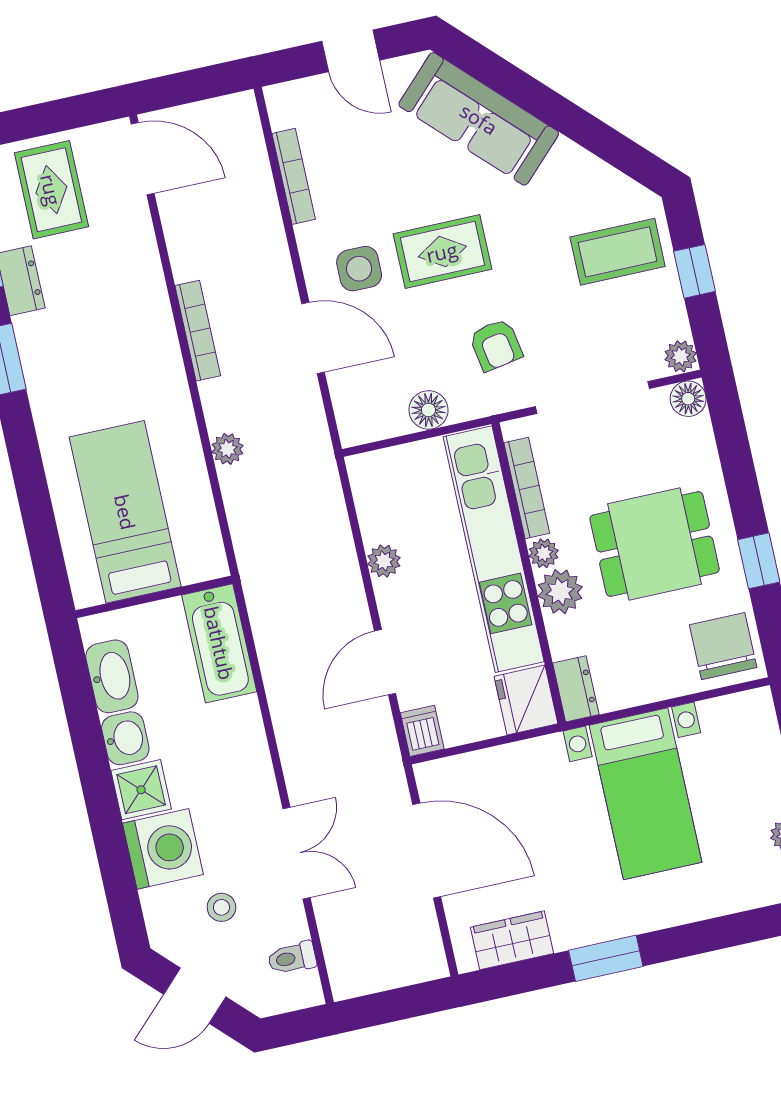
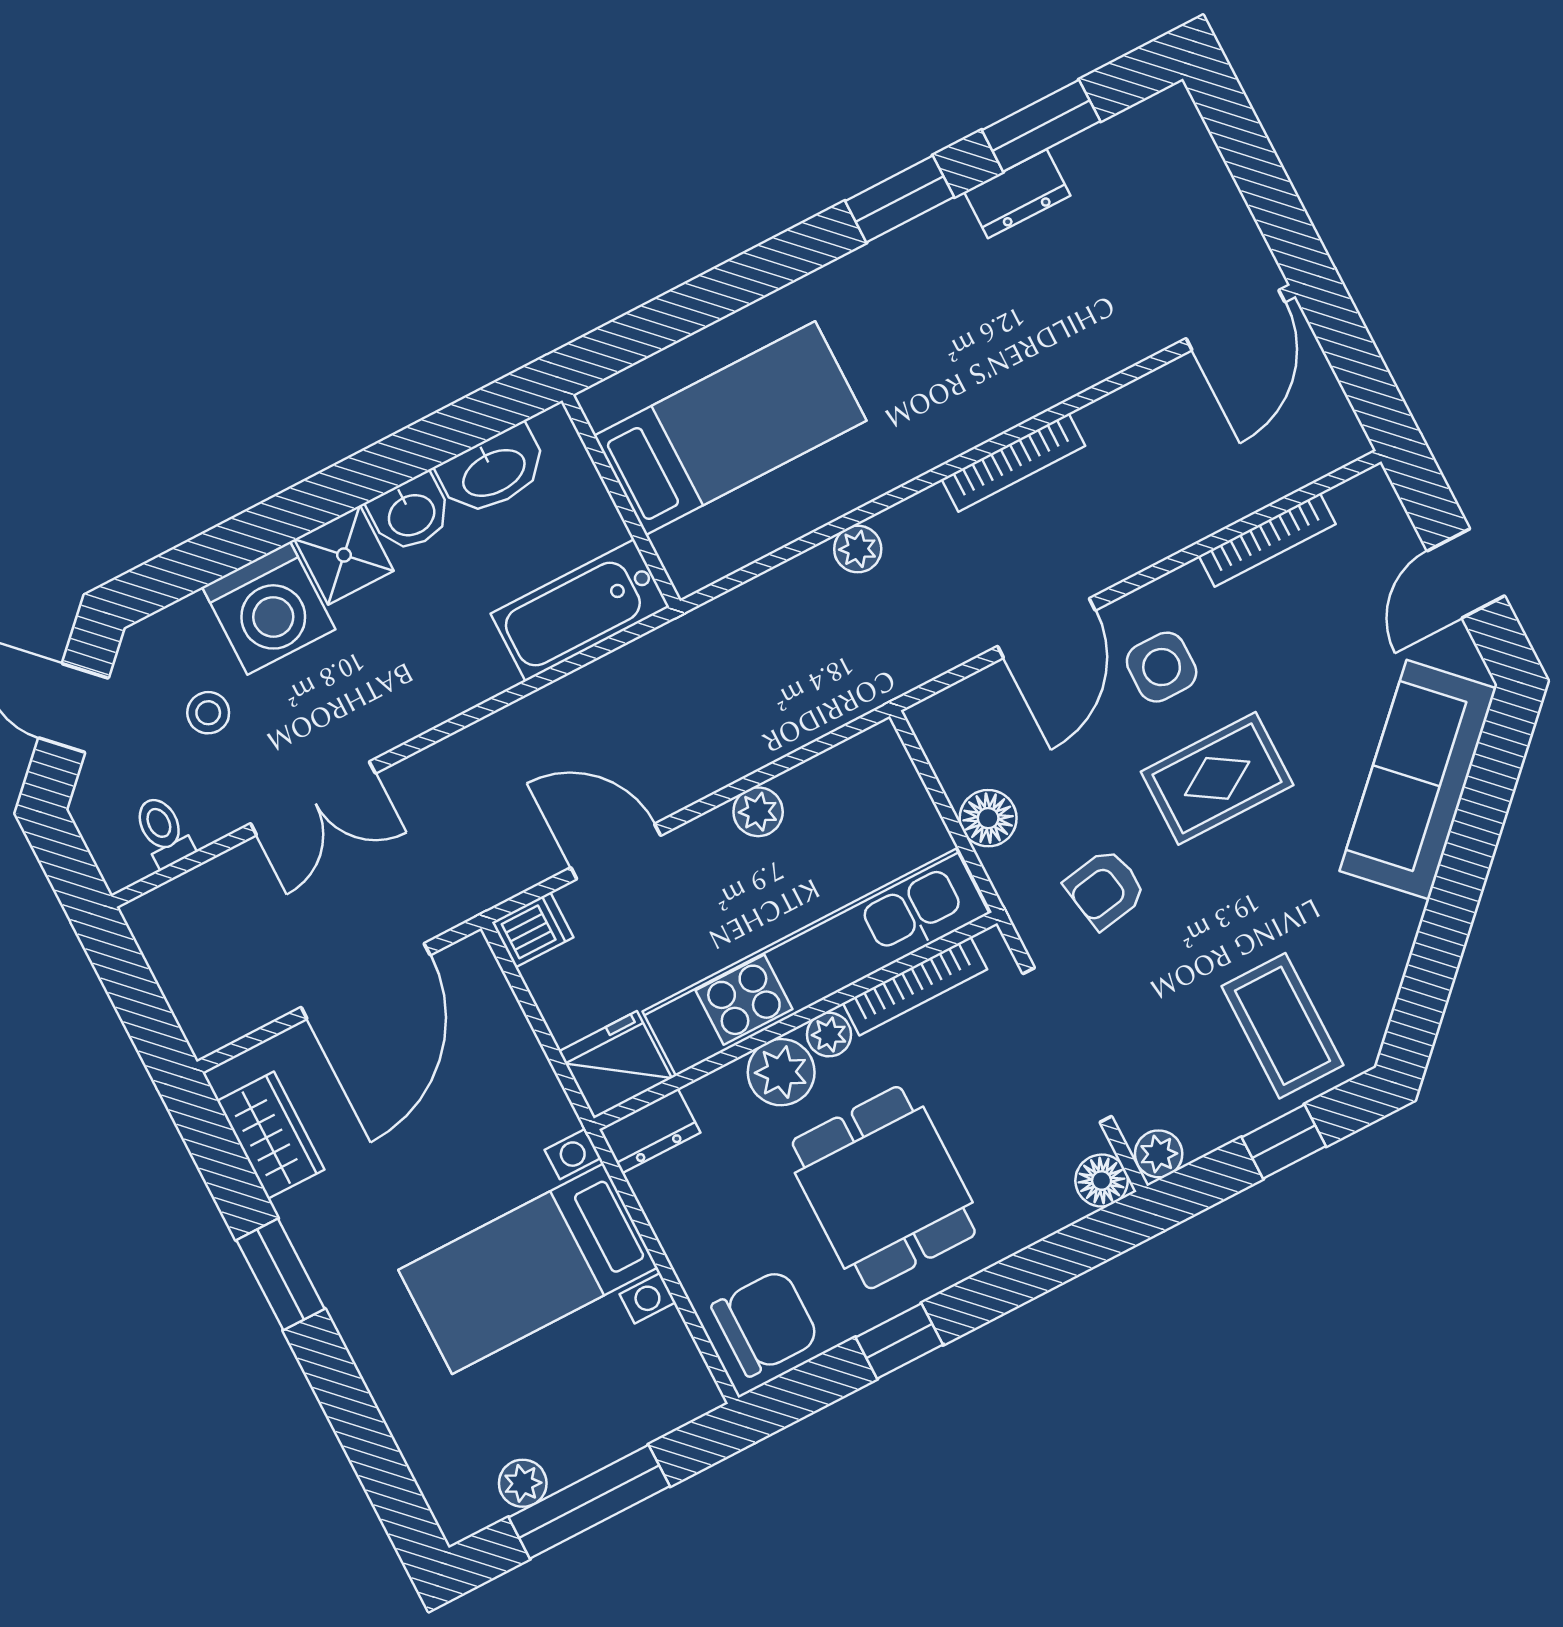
rug: (51, 190) -> (1157, 203), removed
rug: (442, 252) -> (1217, 778), turned 90

